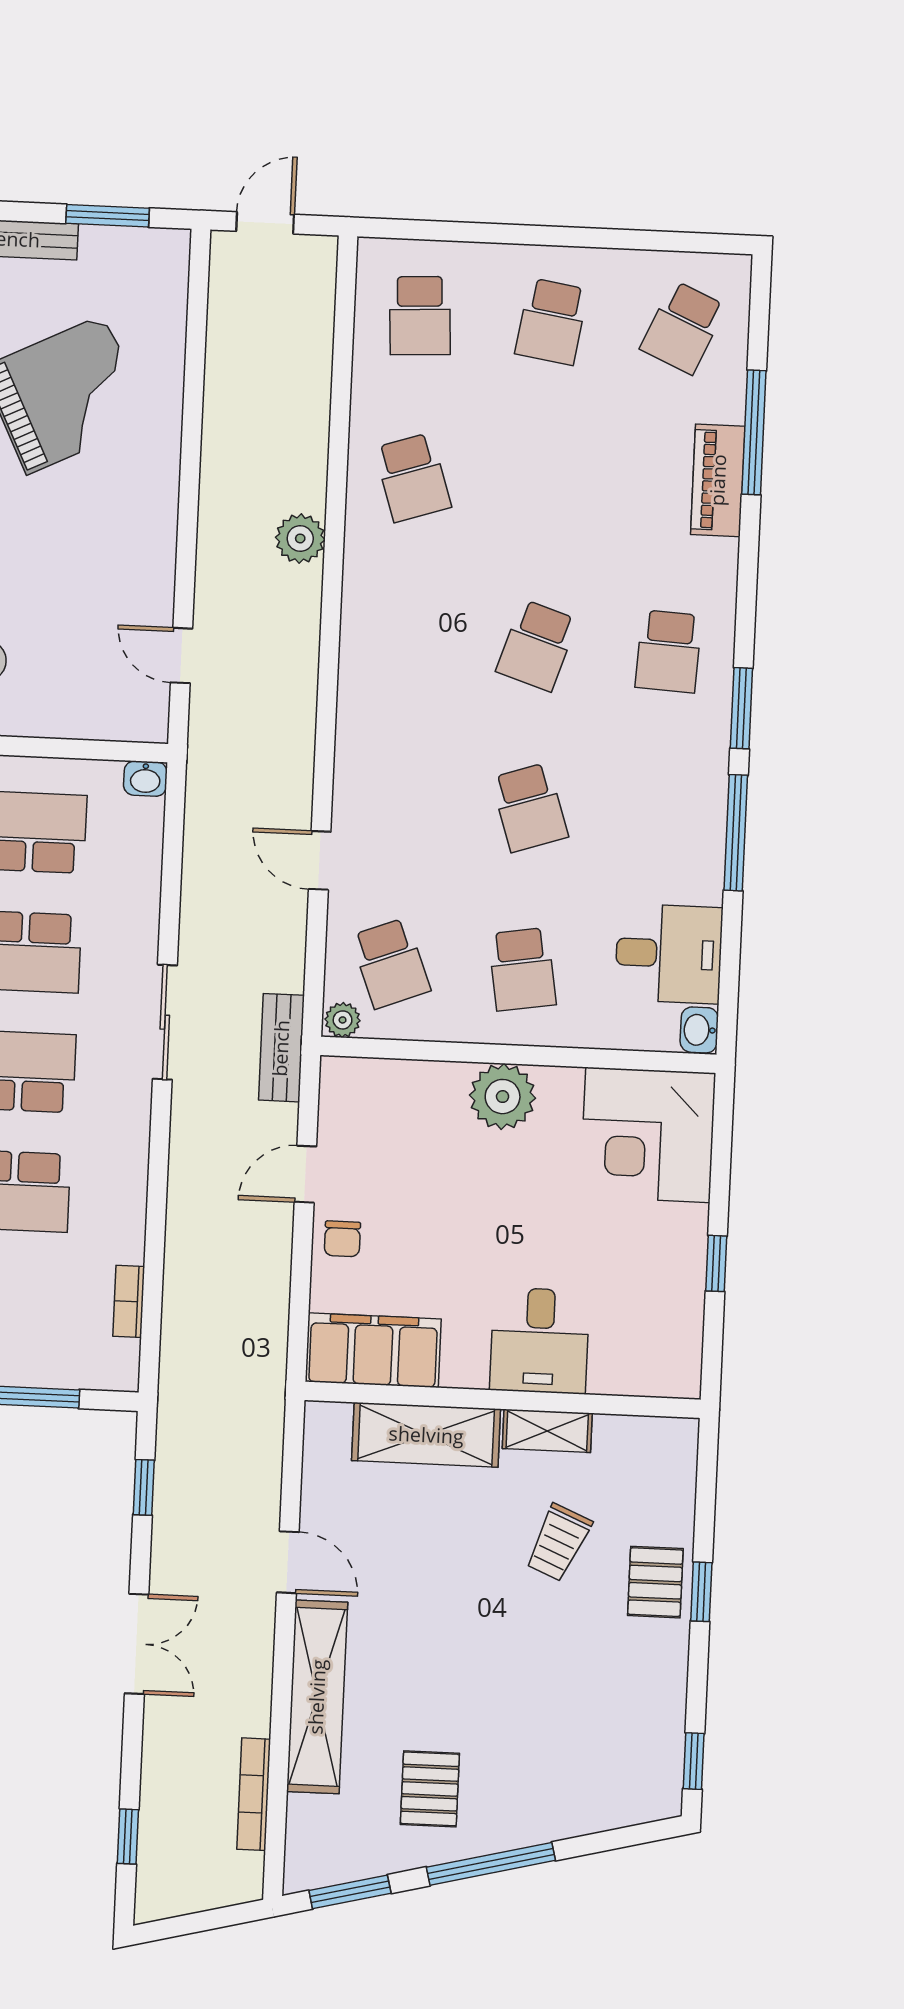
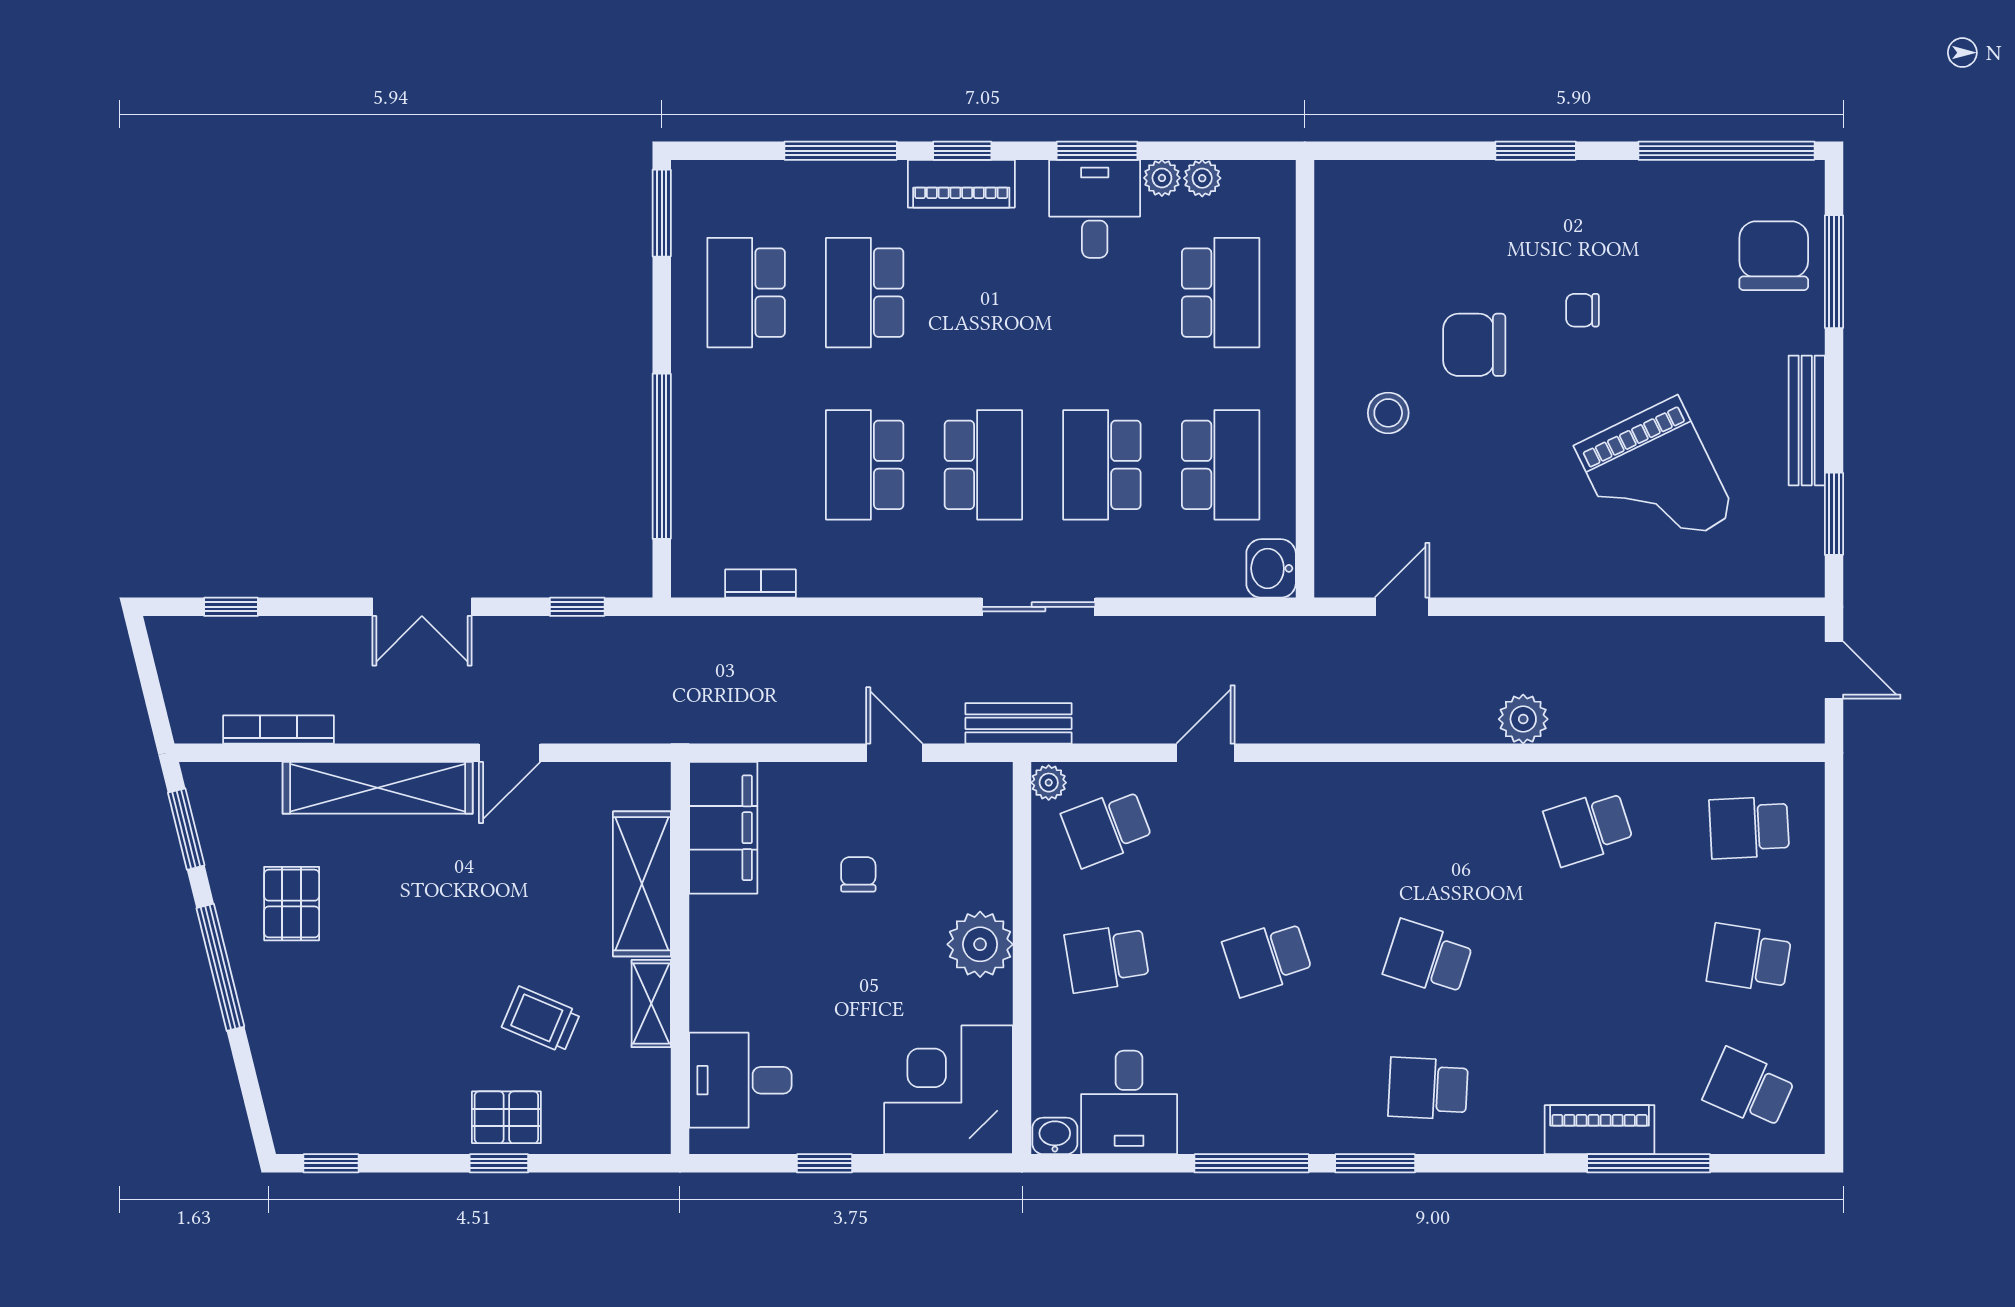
washbasin: (145, 779) -> (1271, 568), width x1.38, depth x1.45
chair: (342, 1239) -> (858, 874), moved, turned 90
desk: (540, 1341) -> (740, 1080), moved
pallet: (430, 1789) -> (292, 904), turned 90

